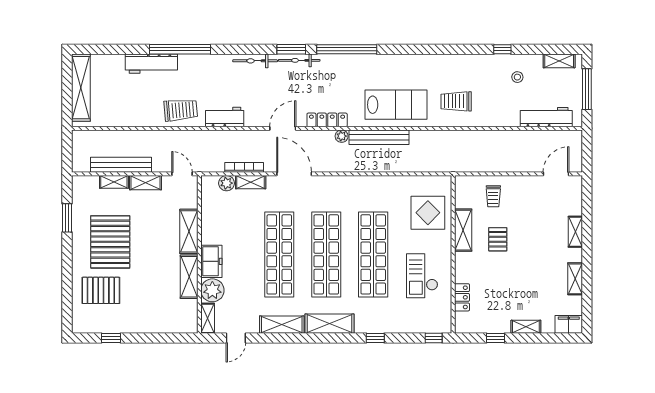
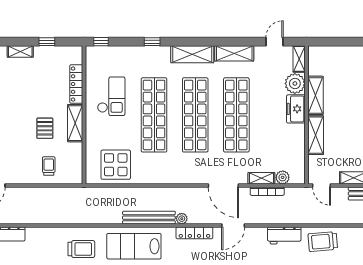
display table: (428, 213) -> (116, 165), moved
shelving: (463, 230) -> (75, 123), moved
locker: (462, 297) -> (76, 84), width x1.53

